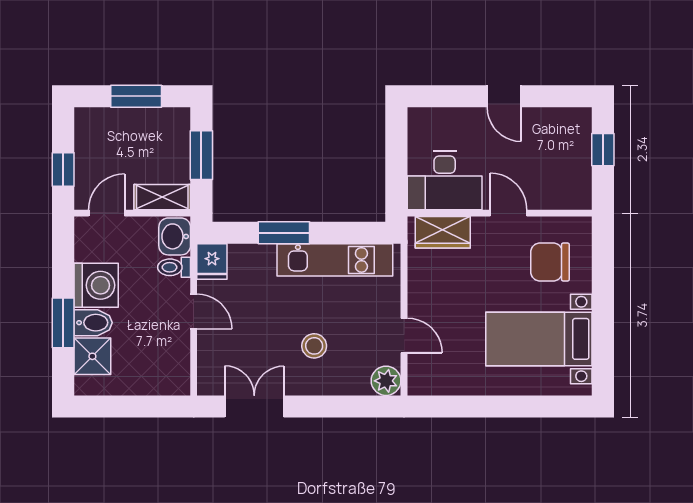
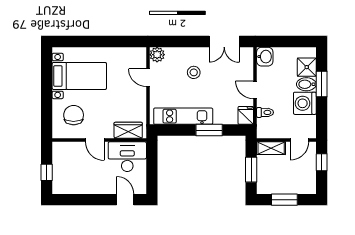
door: (504, 96) -> (125, 200), moved
washbasin: (175, 236) -> (265, 57), moved
chair: (550, 262) -> (74, 115), turned -90

